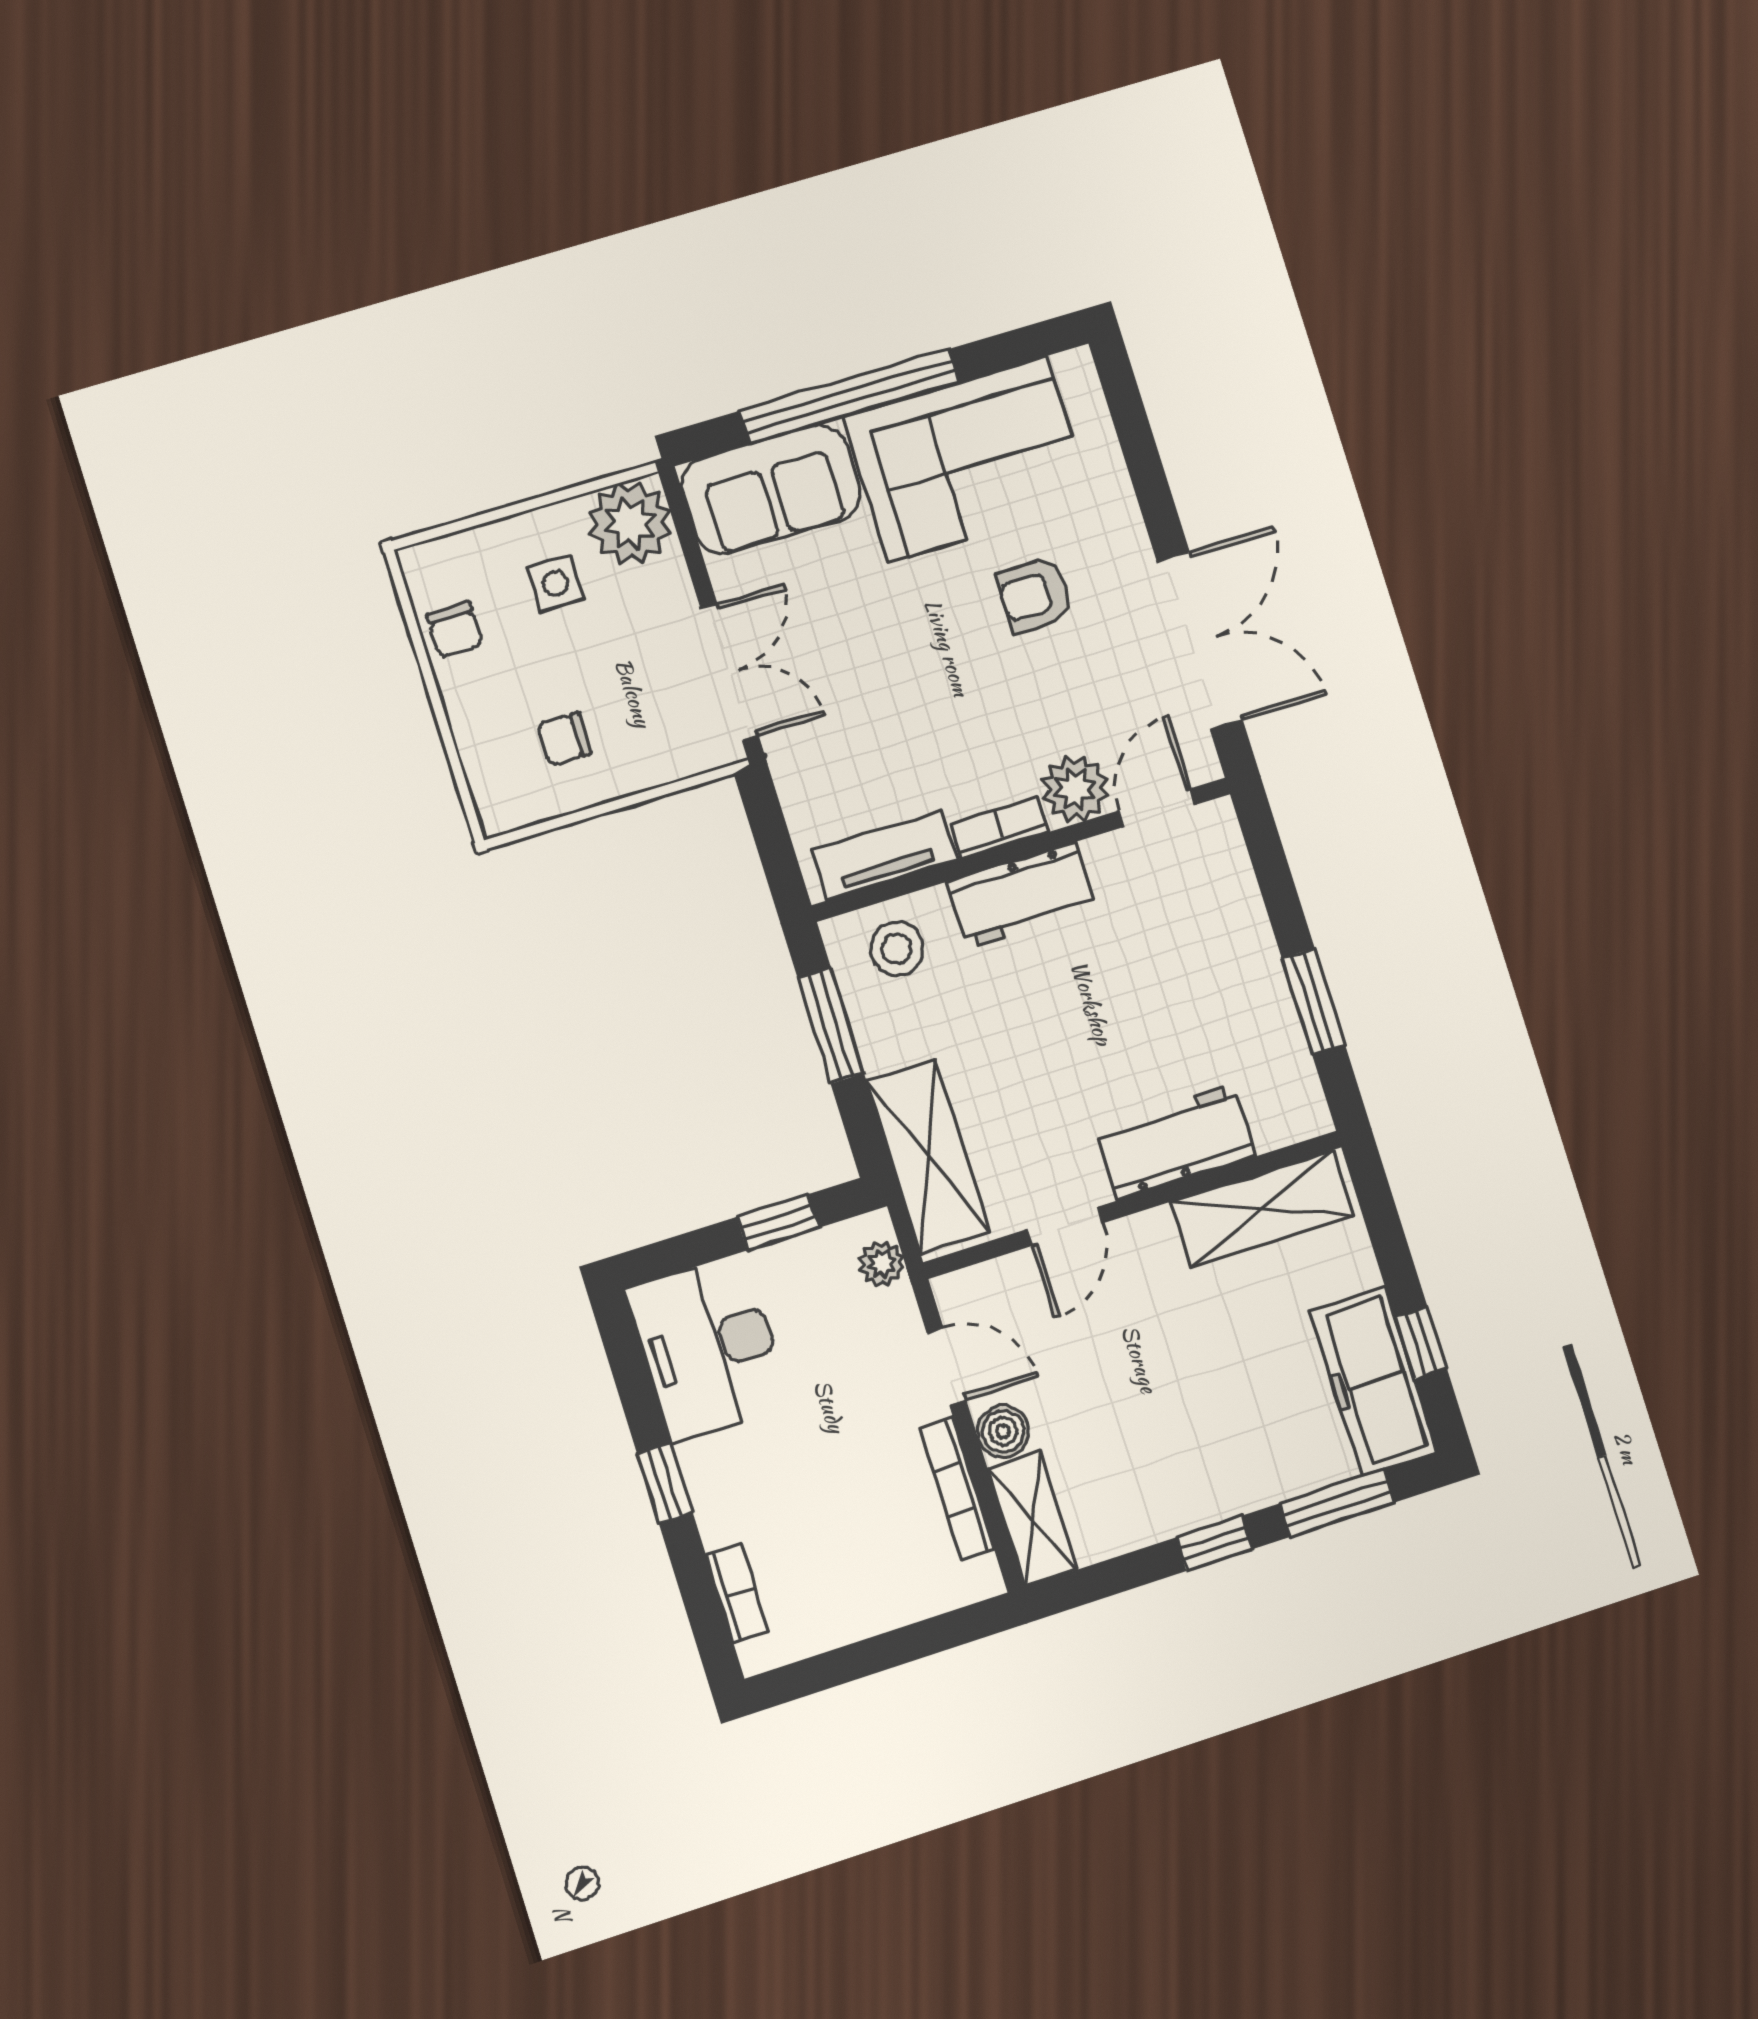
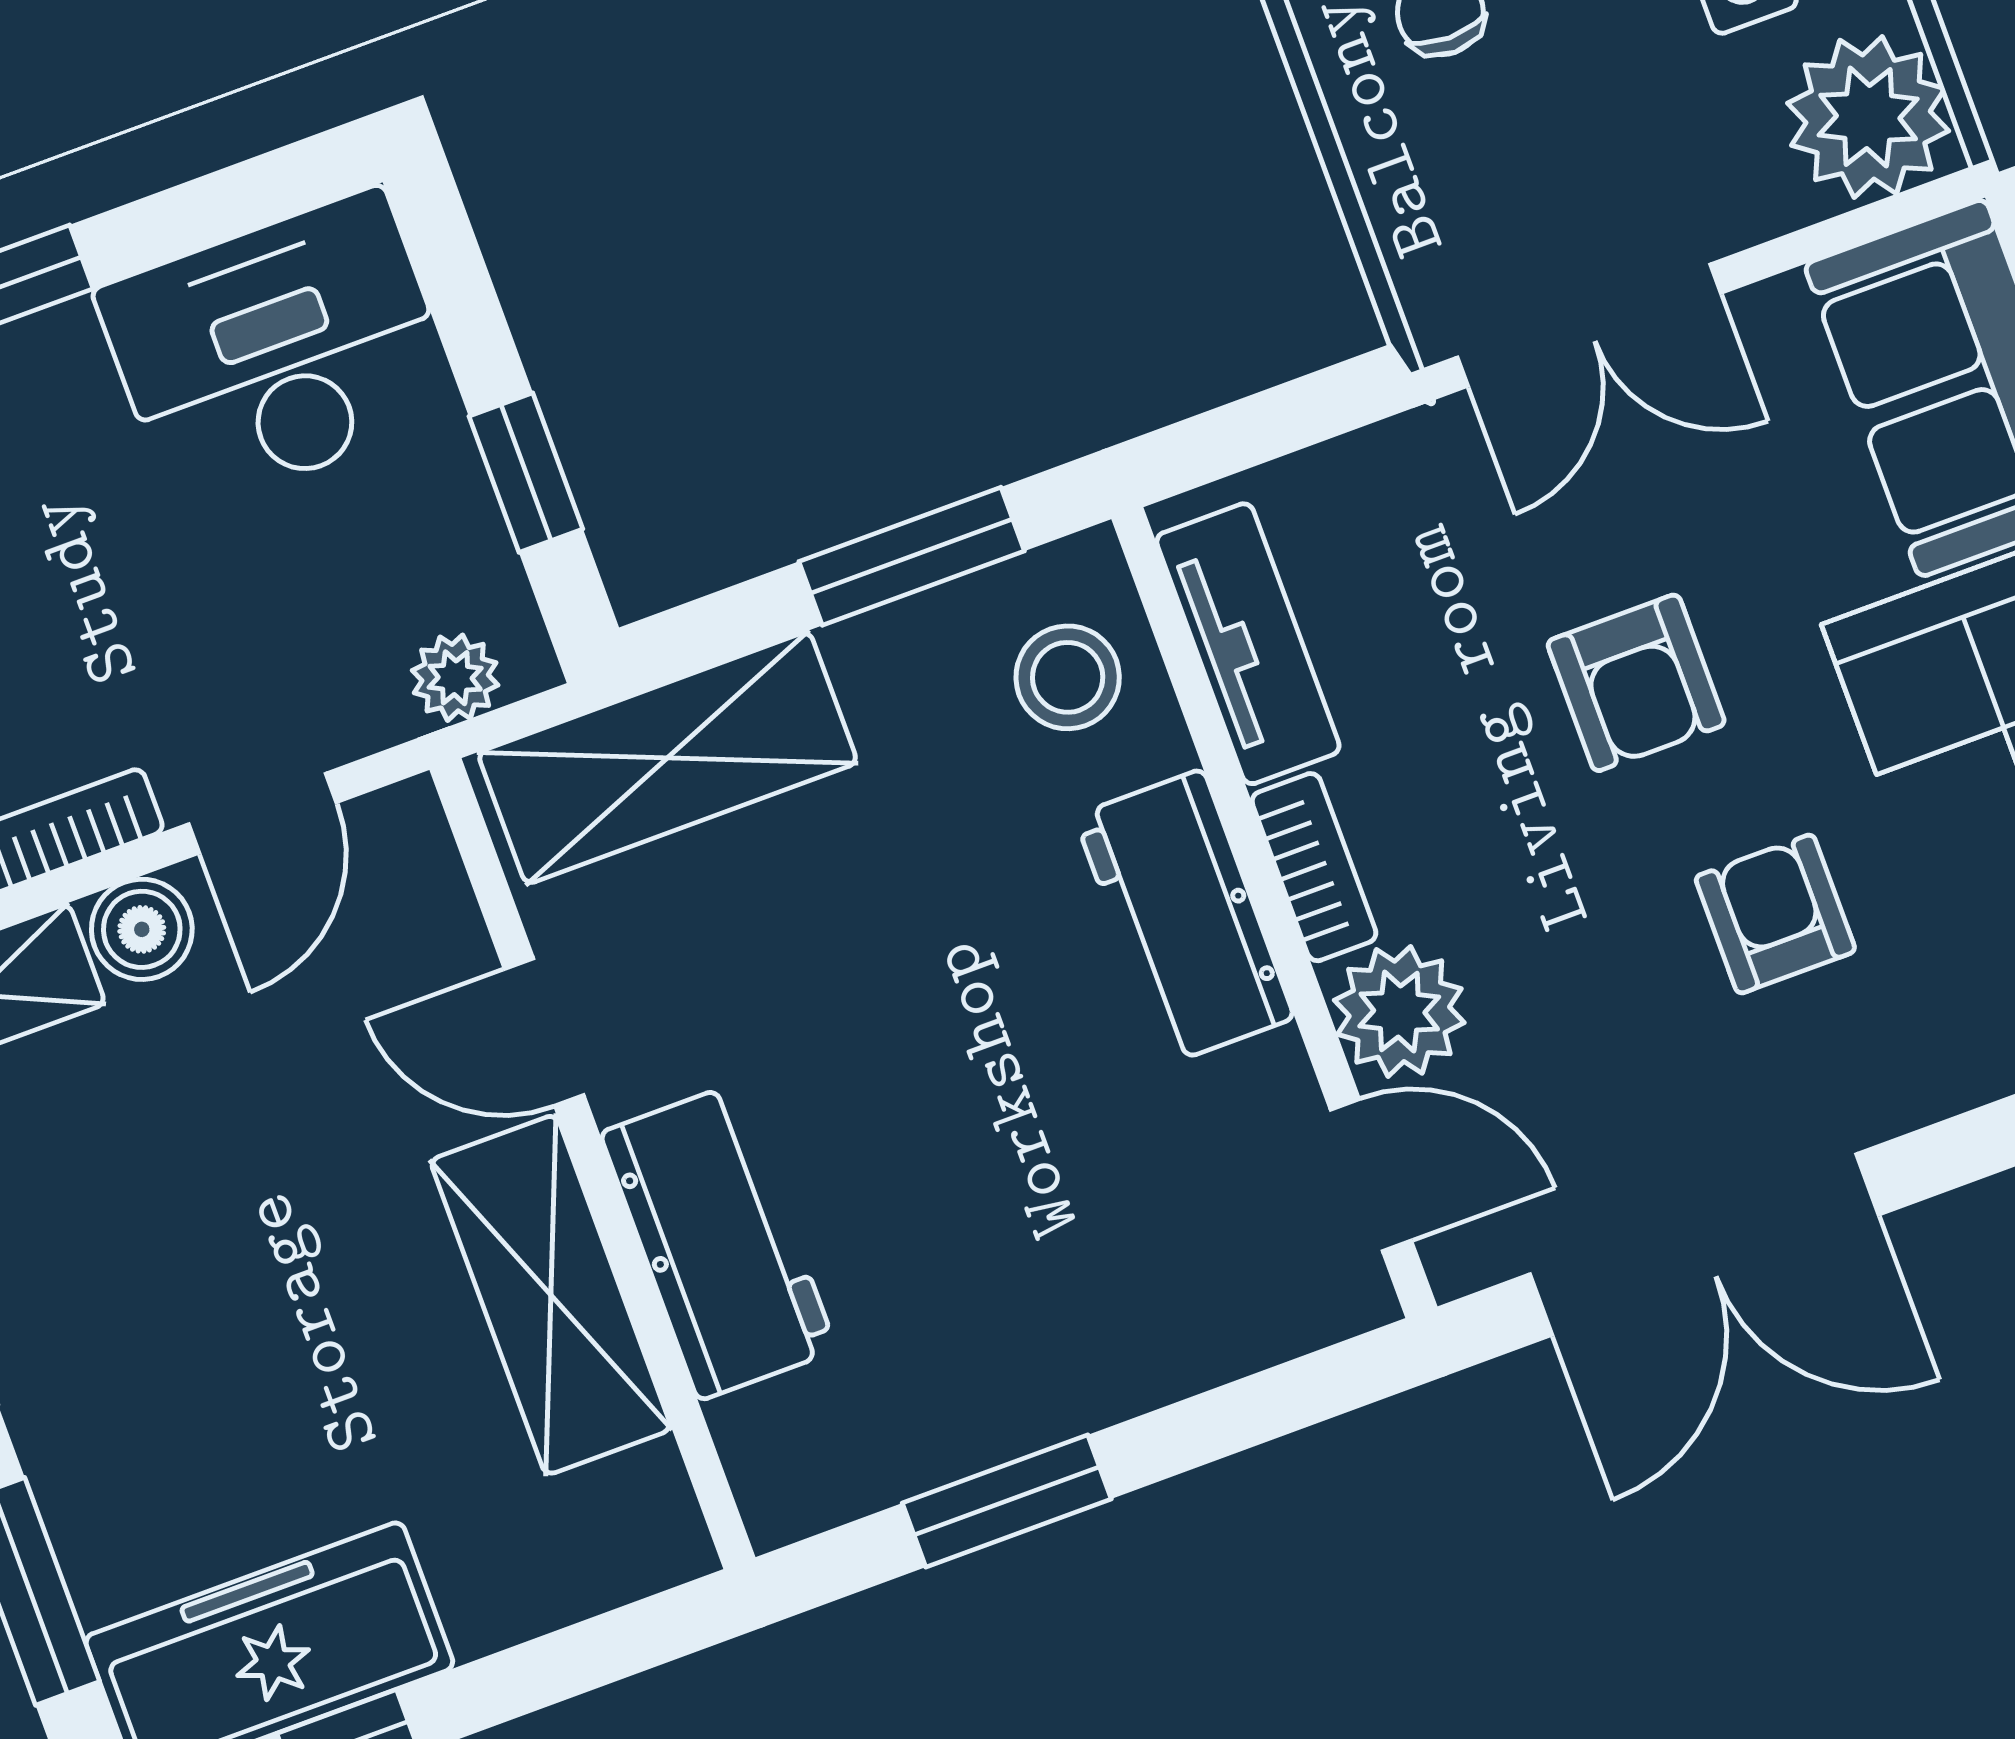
armchair: (914, 659) -> (1636, 683), added
shelving: (1262, 1209) -> (551, 1295), moved

